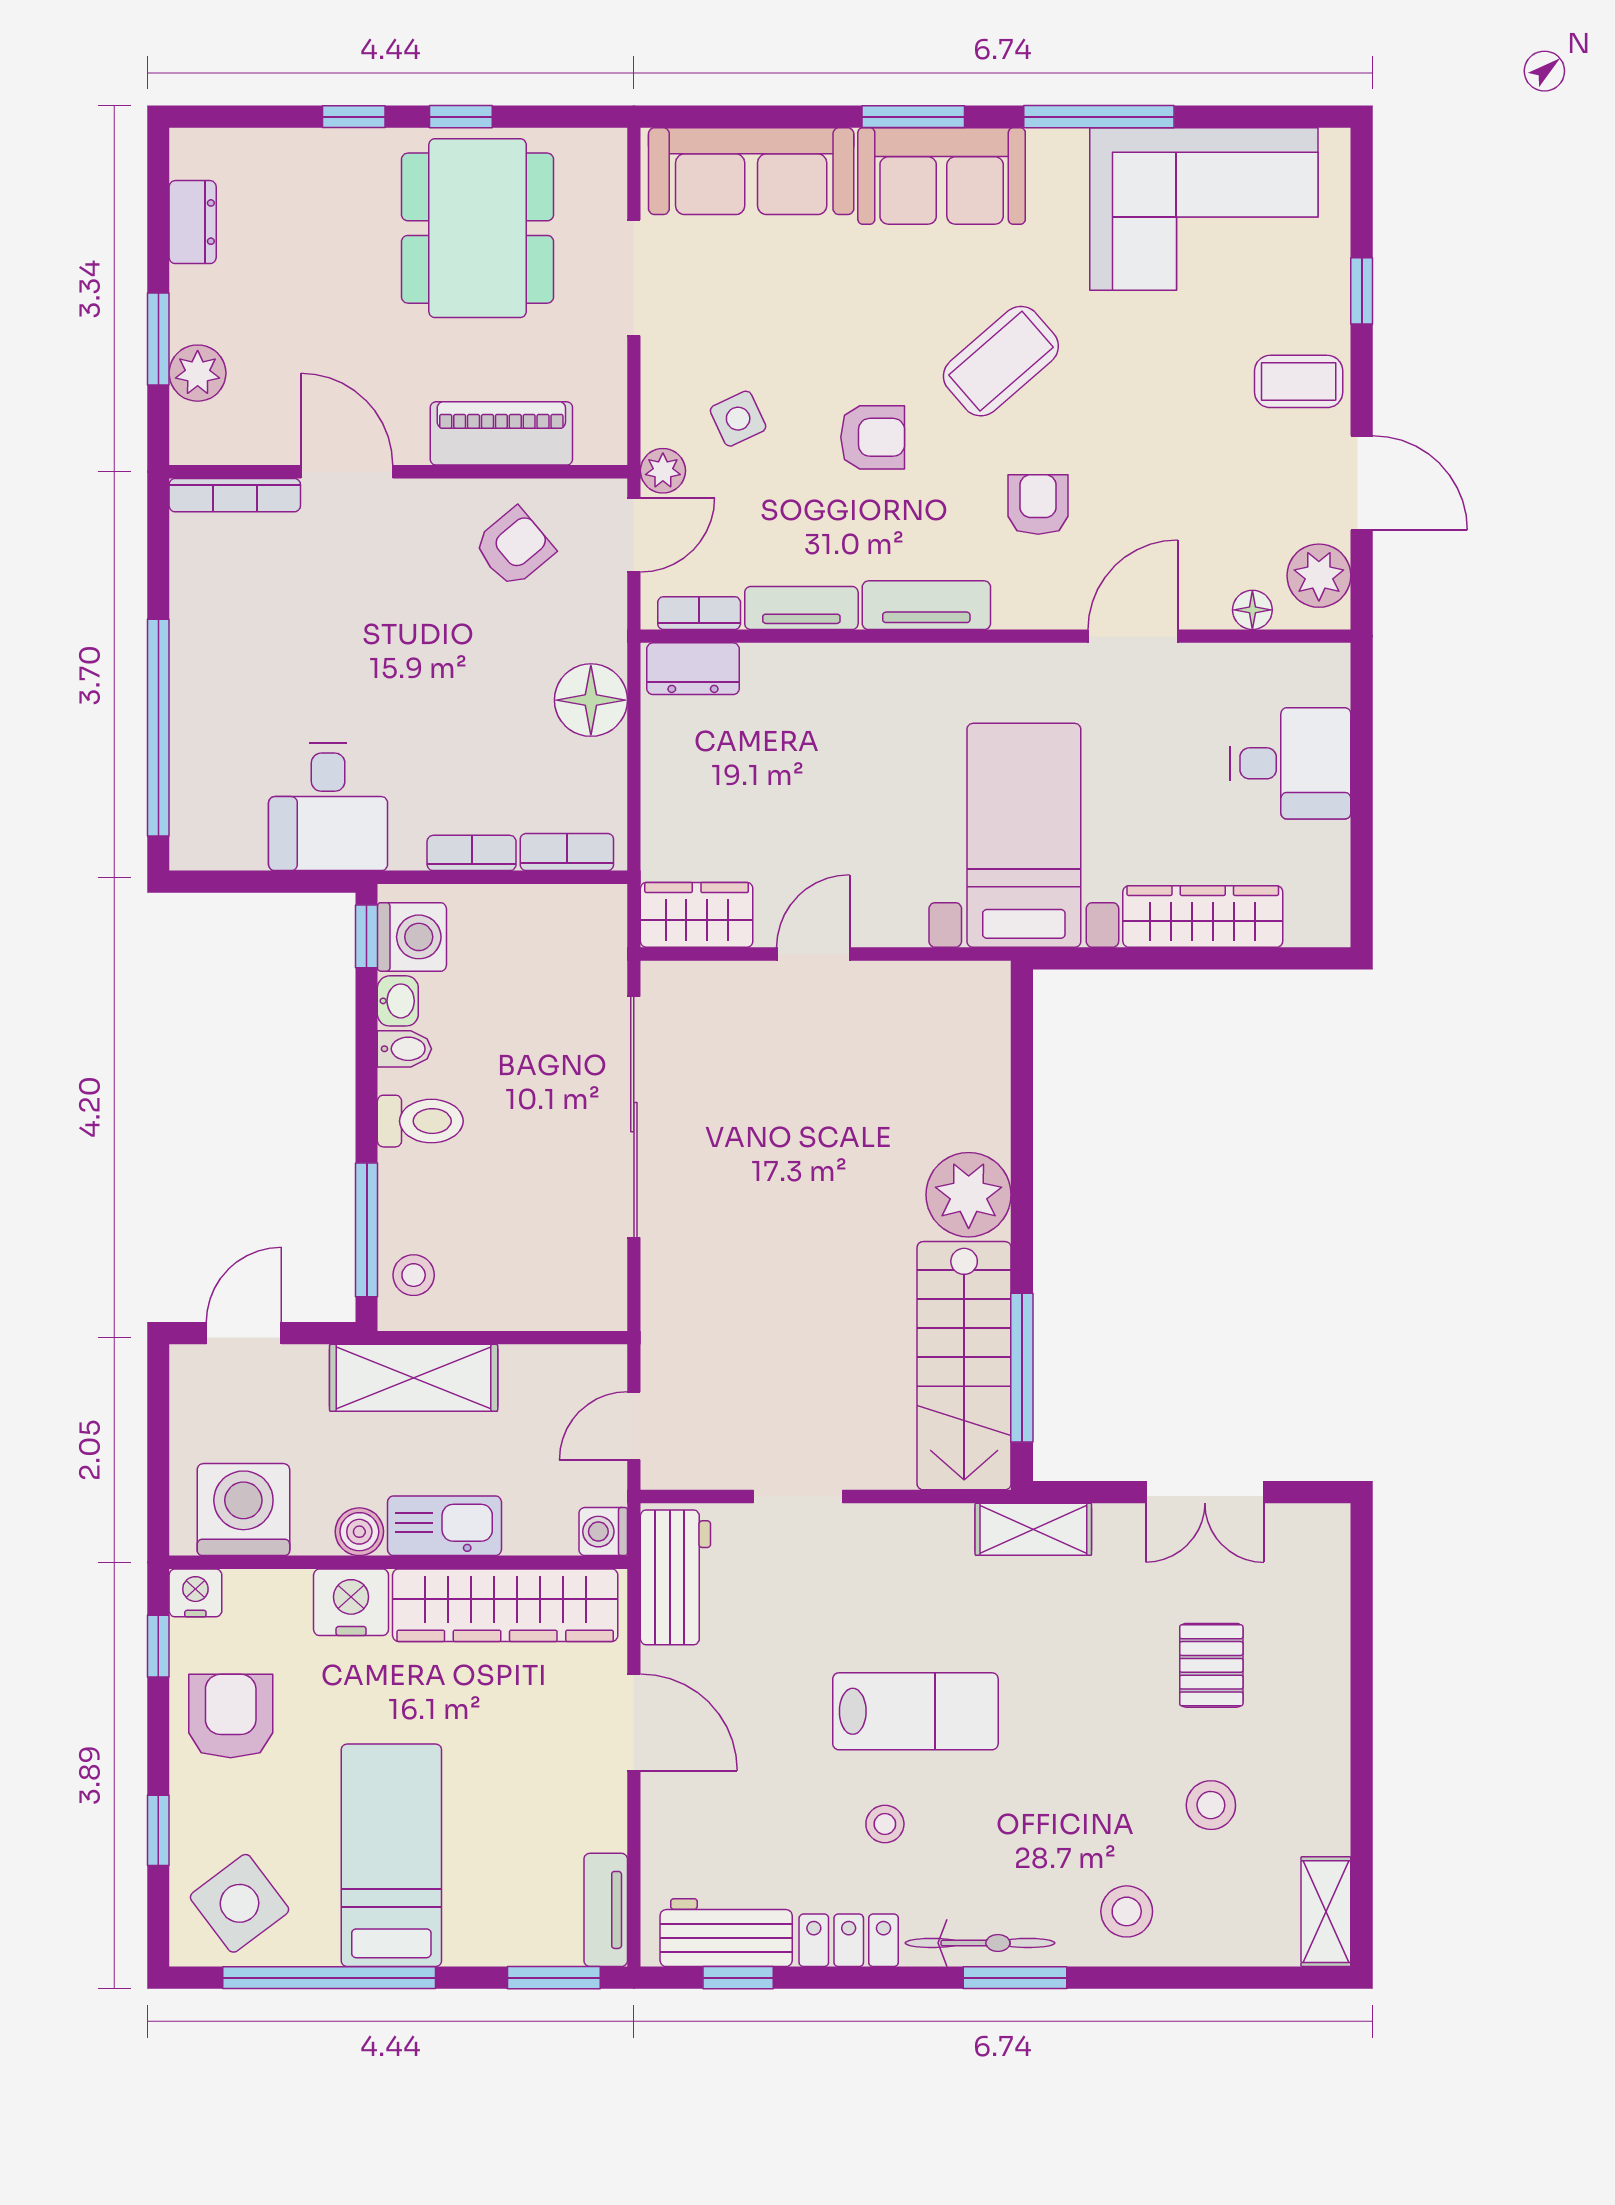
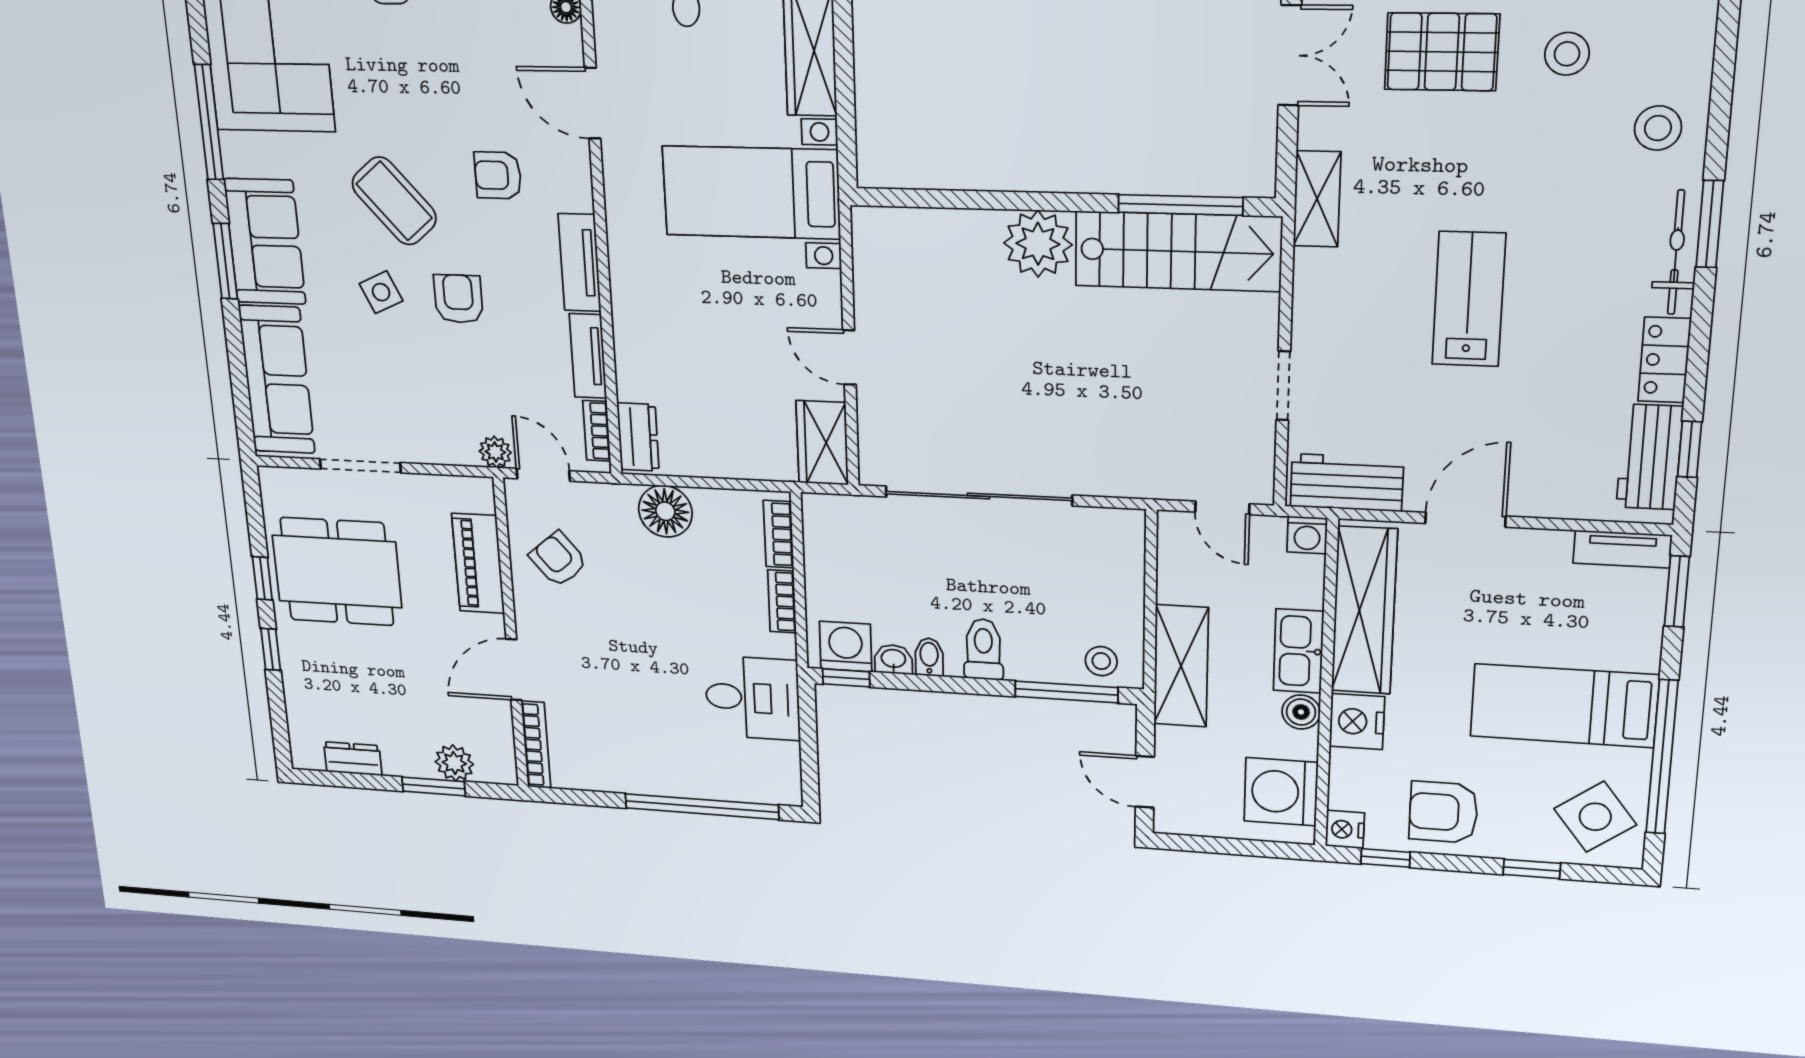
side table: (738, 419) -> (381, 292), moved
pallet: (1211, 1665) -> (1442, 52), width x1.50, depth x1.42
stool: (885, 1824) -> (1565, 327), removed

